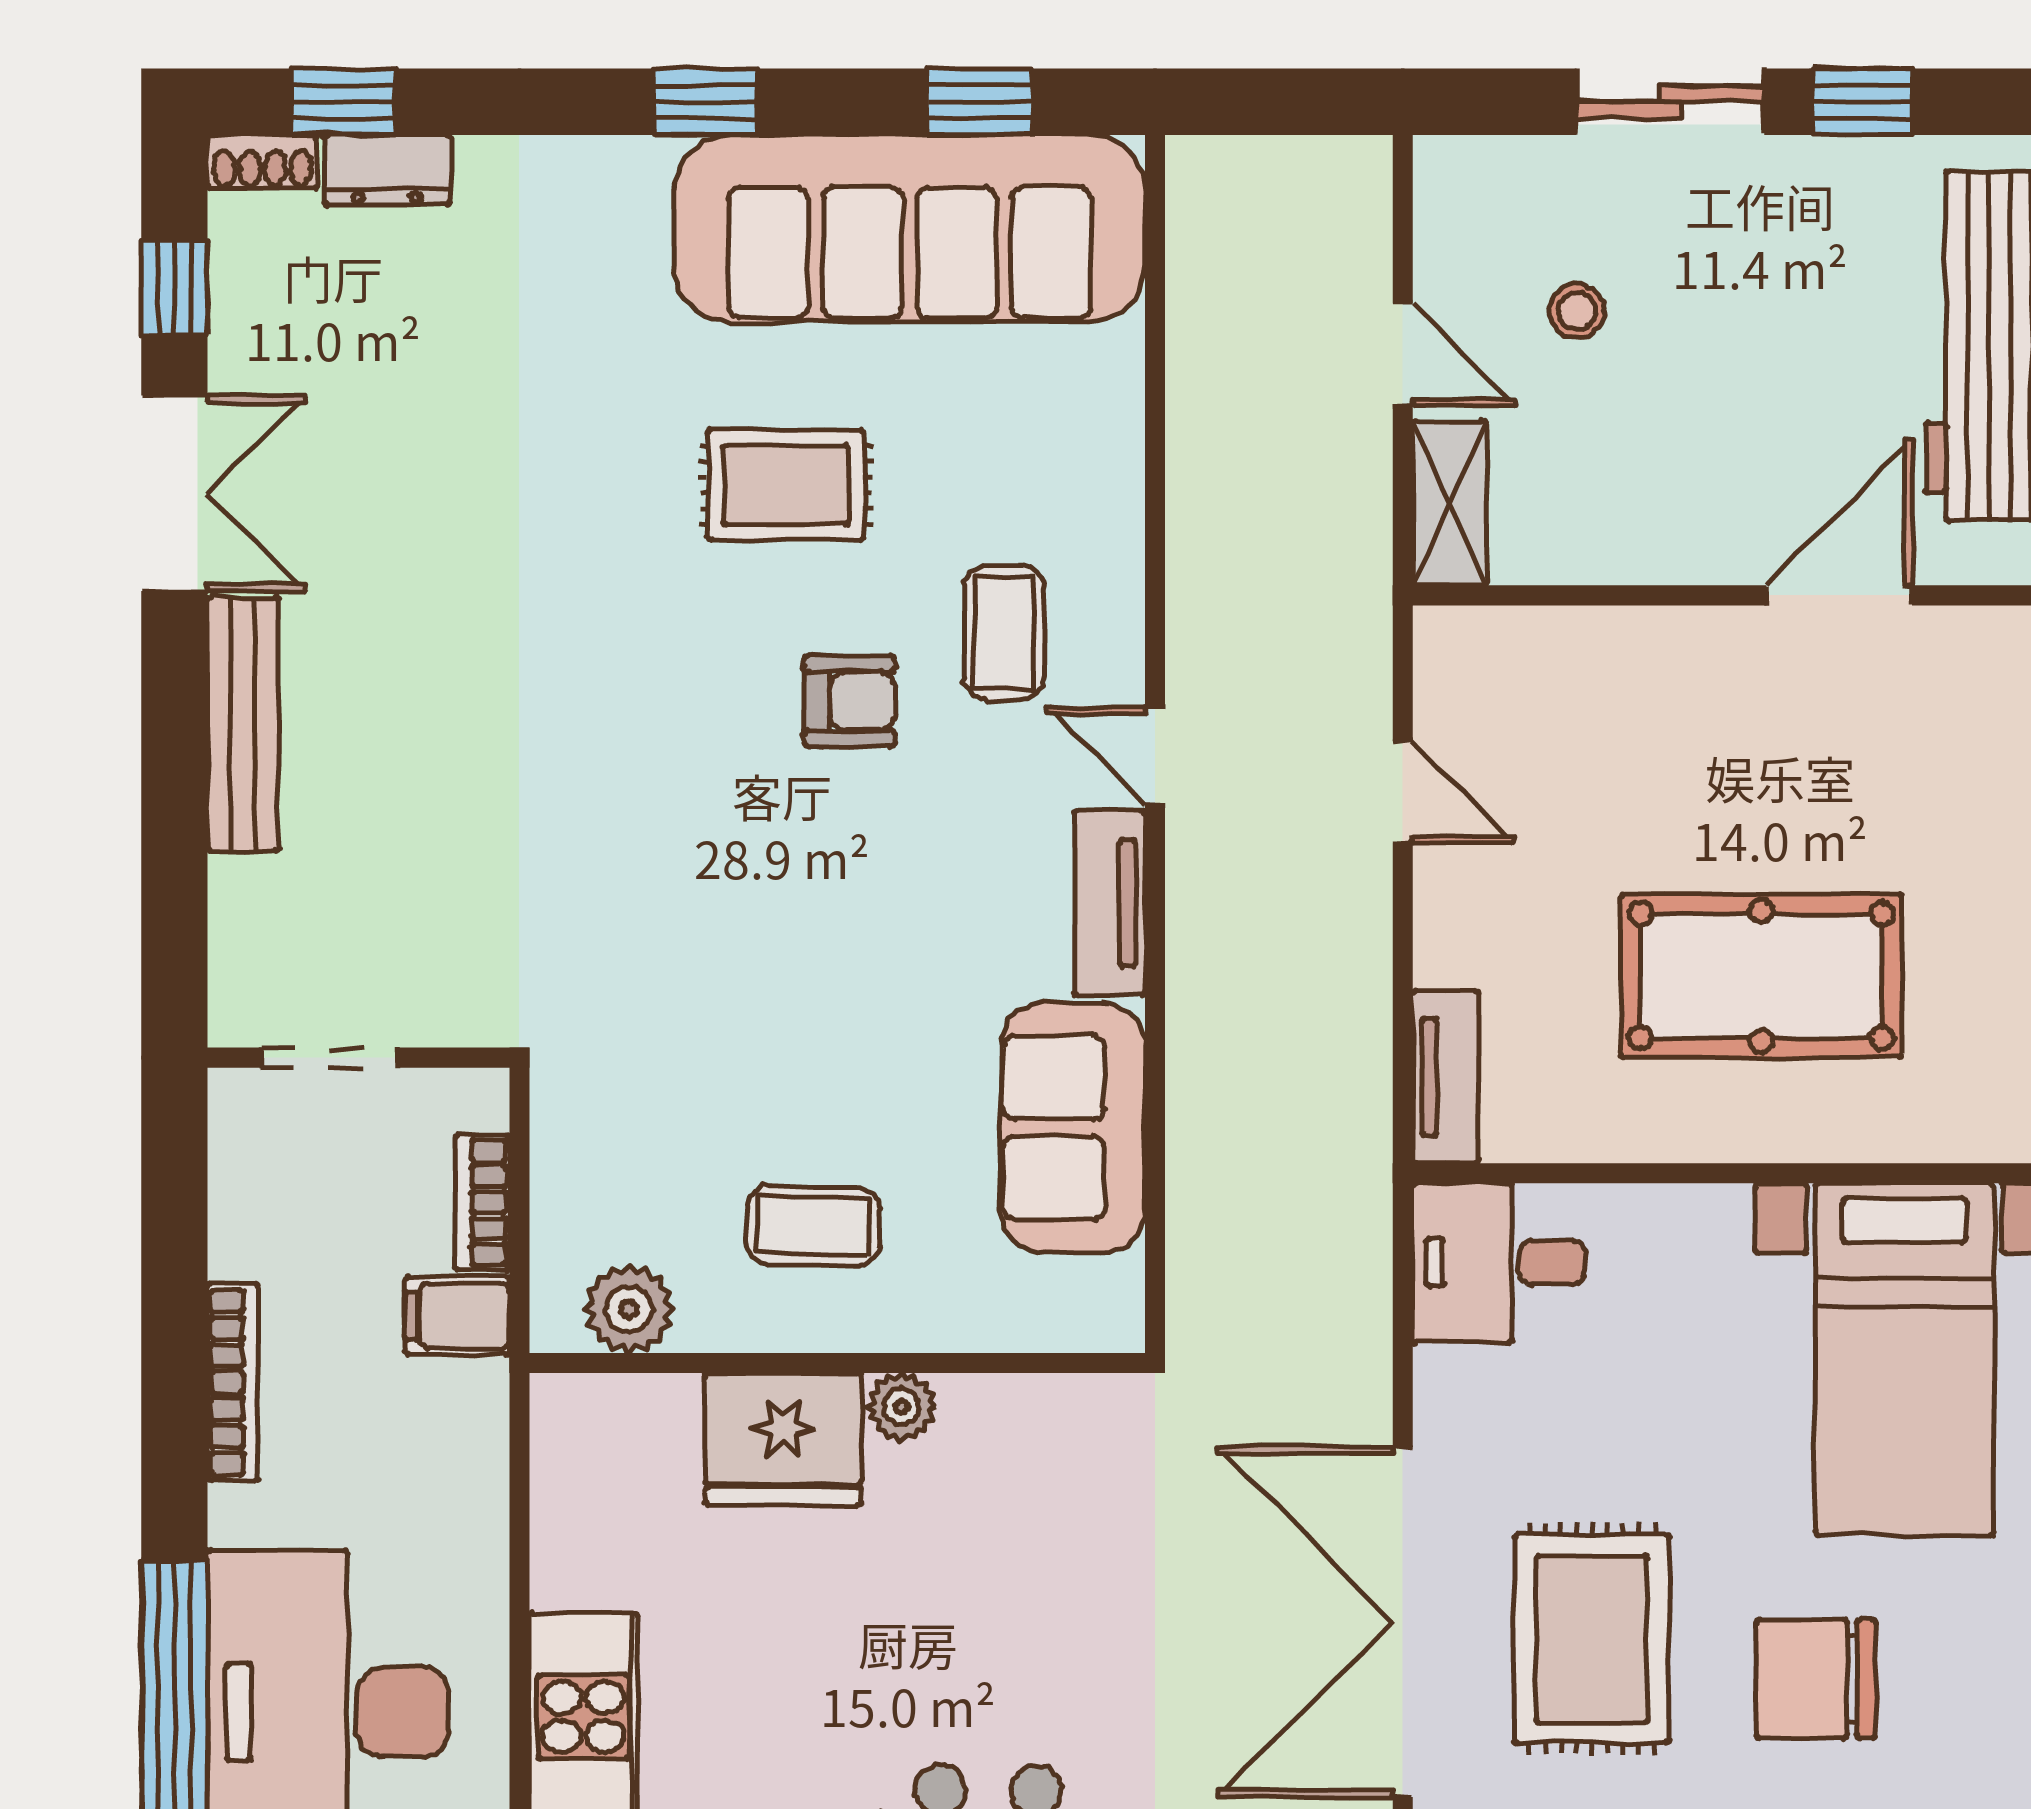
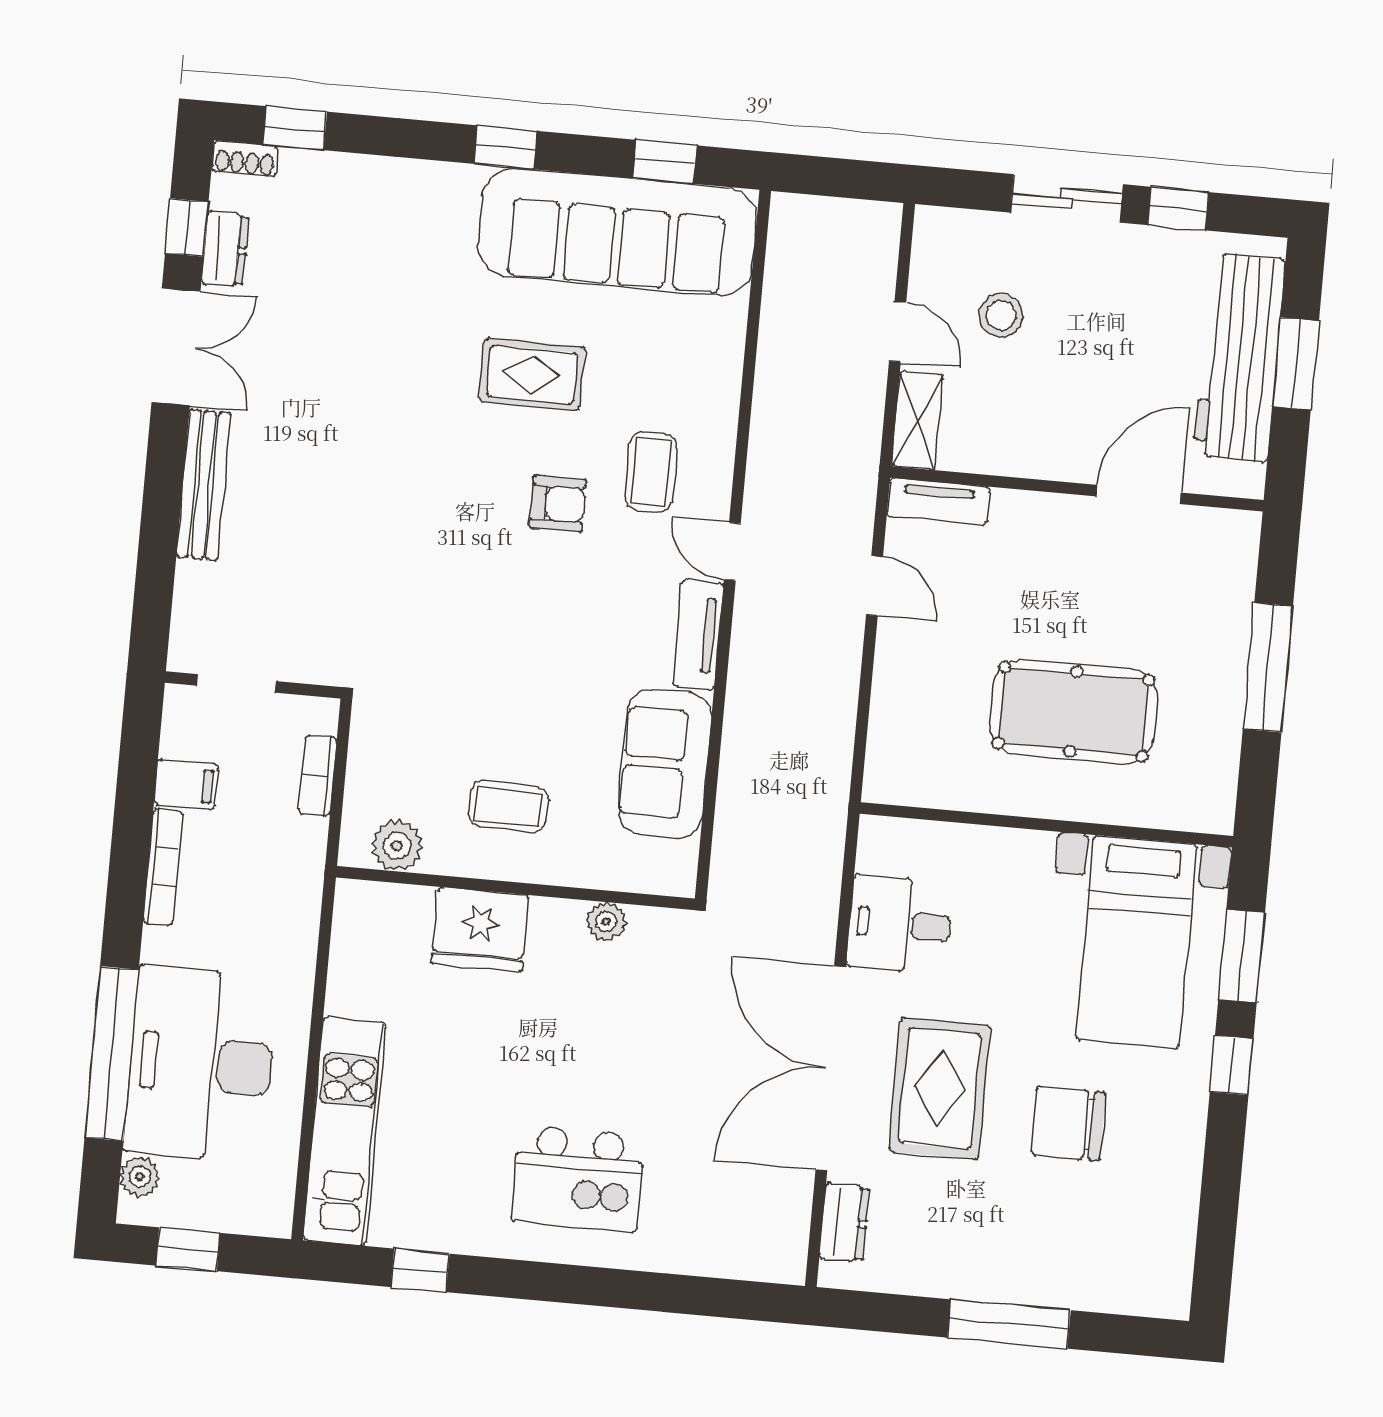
dresser: (387, 170) -> (225, 249), moved, turned -90
stool: (1577, 311) -> (1001, 315), width x1.37, depth x1.37
tv unit: (1446, 1077) -> (939, 501), moved, turned 90
desk: (1498, 1263) -> (900, 924), moved
filing cabinet: (457, 1316) -> (186, 784), moved, turned 180
plant: (901, 1407) -> (606, 922), moved

